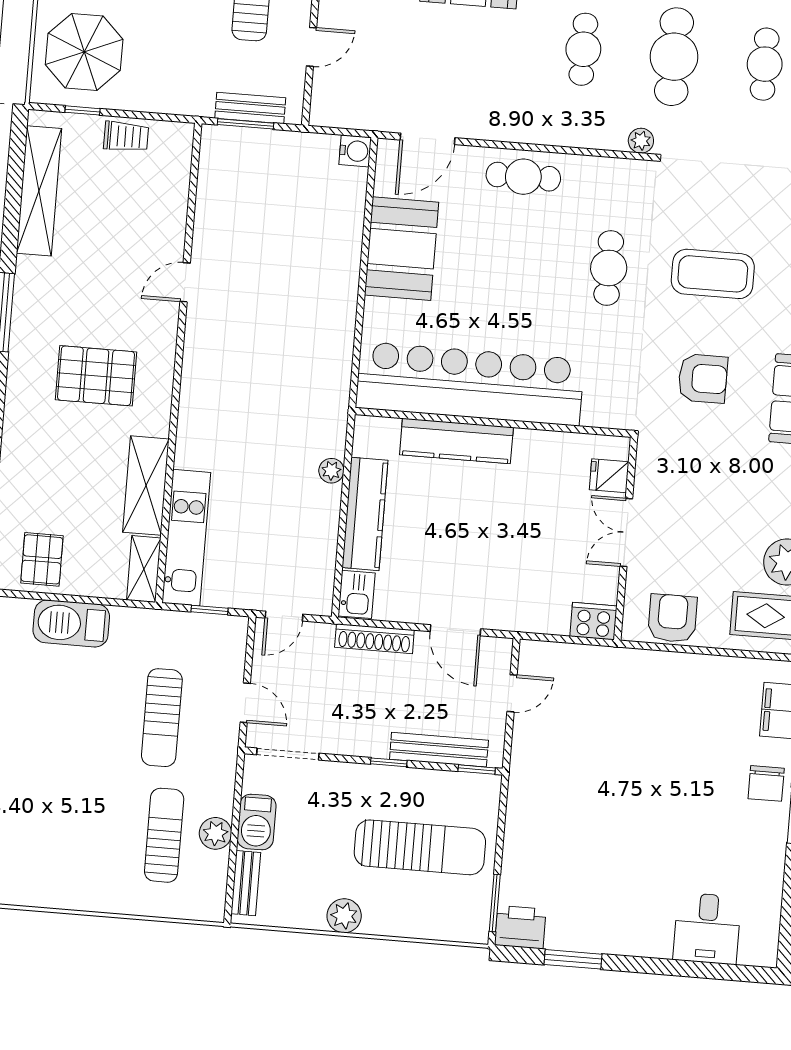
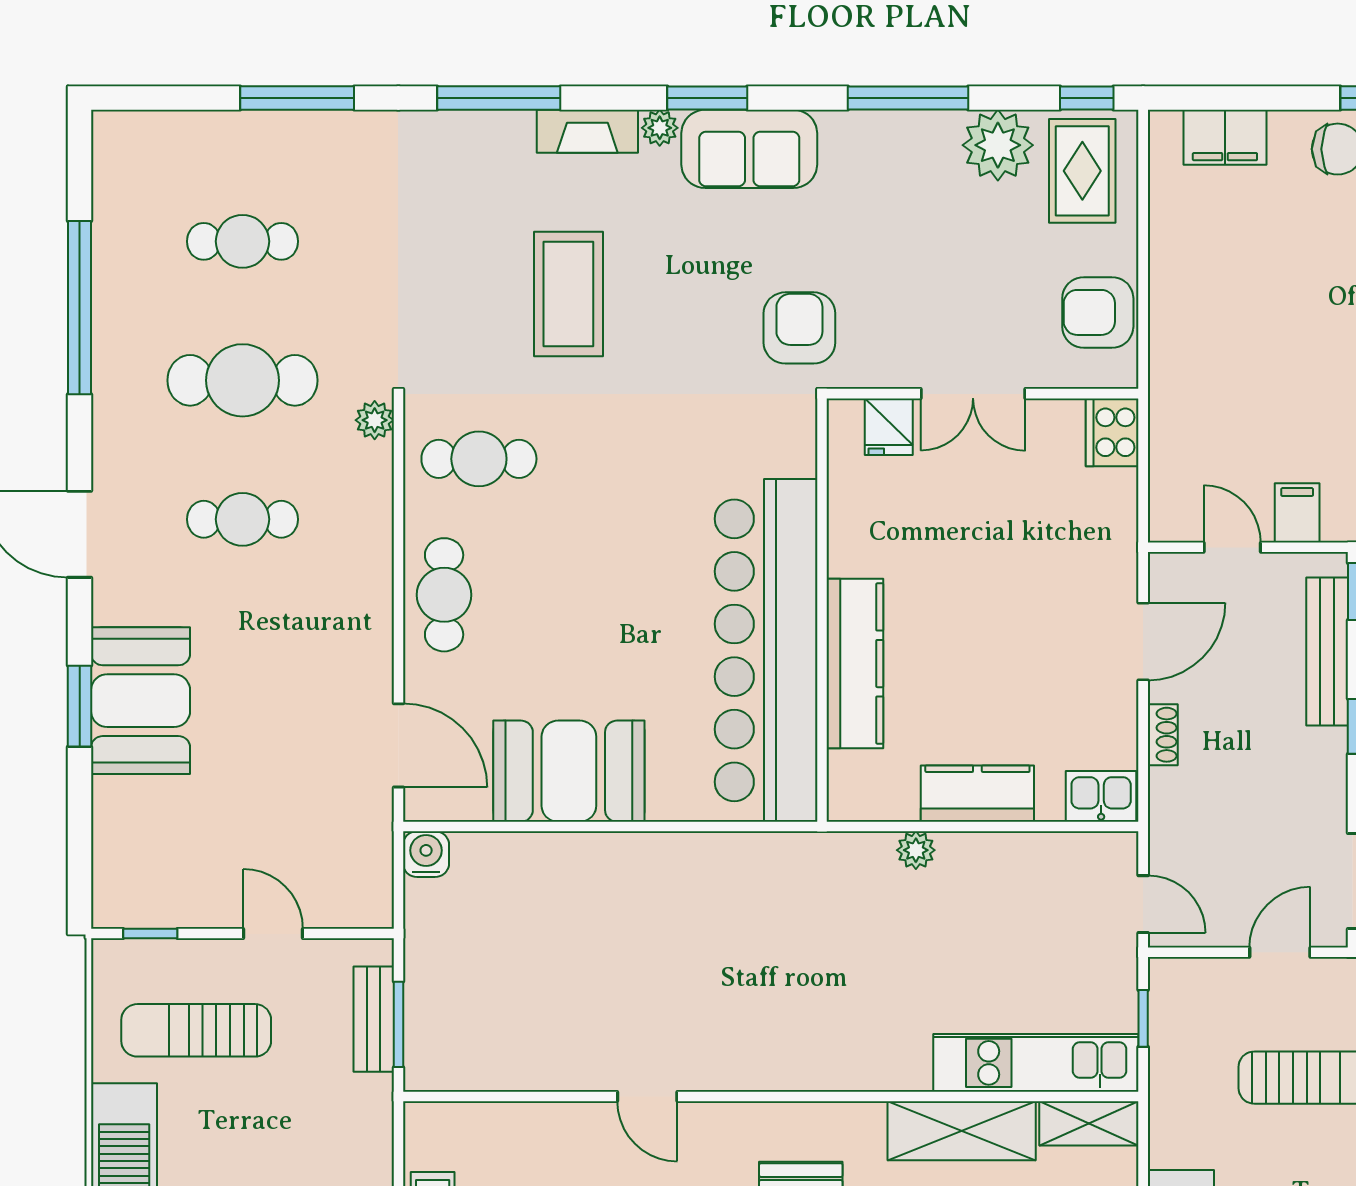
cafe table: (609, 268) -> (479, 459), moved
armchair: (703, 378) -> (799, 328), moved
kitchen counter: (365, 514) -> (977, 794), width x0.67
shoe rack: (374, 639) -> (1163, 735), width x0.51, depth x0.81
filing cabinet: (531, 738) -> (1297, 513), added

